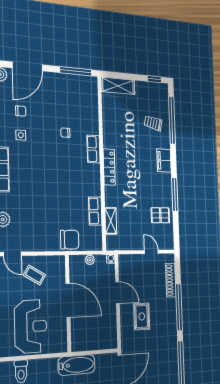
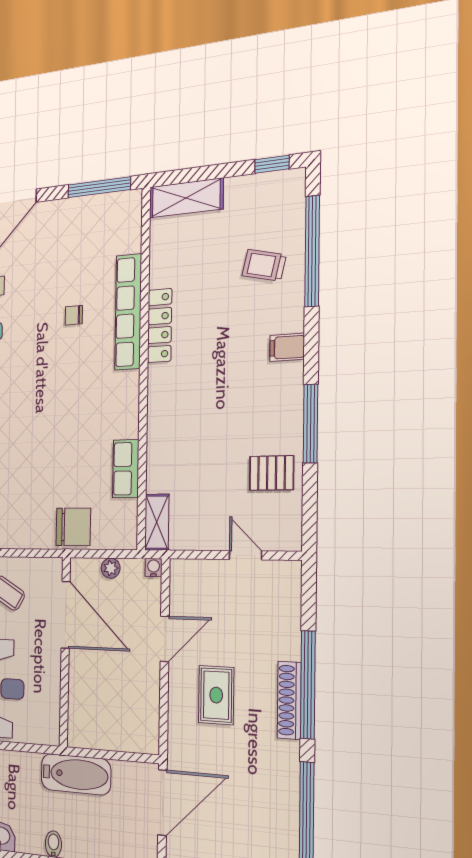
row of seats: (94, 149) -> (128, 312), width x2.02
filing cabinet: (164, 161) -> (287, 347), width x0.50
locker: (109, 167) -> (160, 326), moved
shelving: (111, 221) -> (157, 522), moved
shoe rack: (171, 280) -> (289, 700), moved
door: (117, 293) -> (165, 639), hinge flipped
door: (68, 300) -> (66, 615), moved

